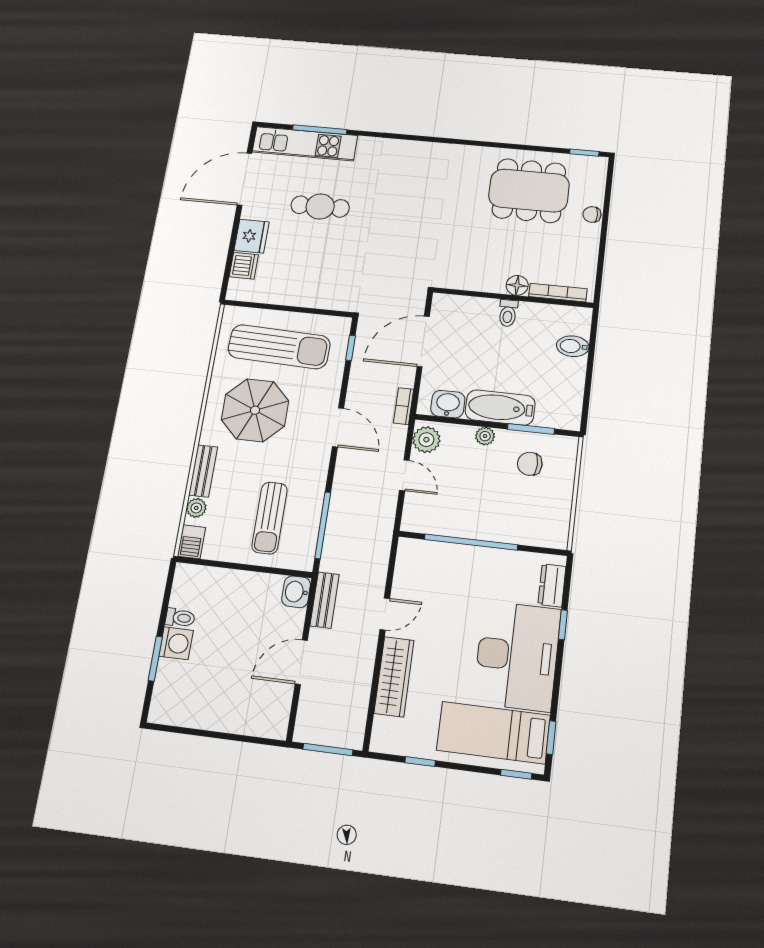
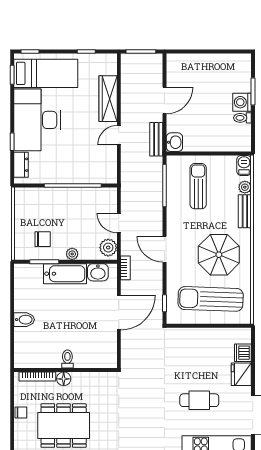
floor lamp: (517, 285) -> (64, 379), moved
bookcase: (558, 293) -> (37, 377), moved
wall: (513, 298) -> (65, 370), moved
toilet: (508, 313) -> (67, 359), moved

